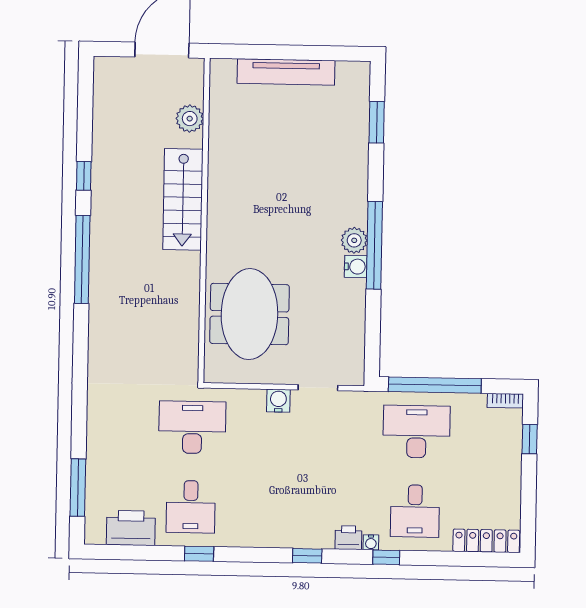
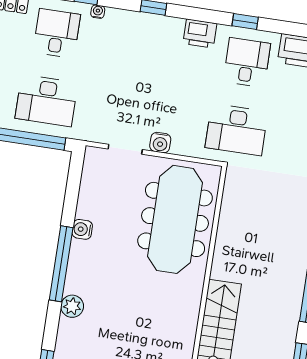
plant: (354, 240) -> (72, 306), moved
water cooler: (356, 267) -> (82, 229), moved
meeting table: (249, 314) -> (175, 219), width x1.36
printer: (348, 538) -> (200, 34), moved, width x1.36, depth x1.24

